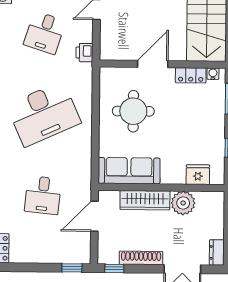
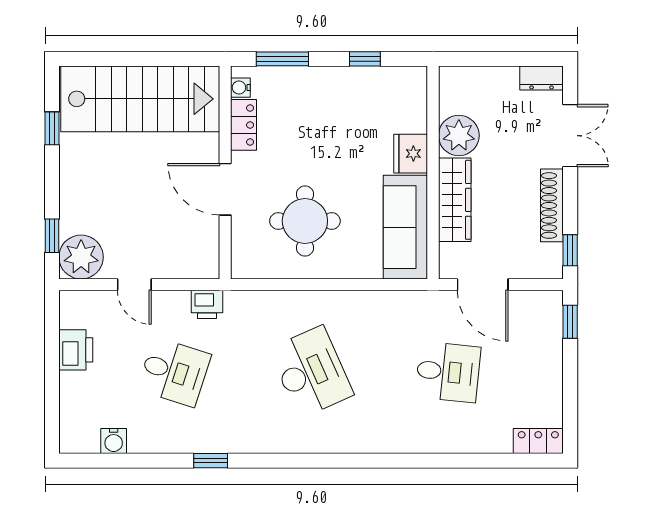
desk: (44, 114) -> (311, 372), width x0.73, depth x0.77
fridge: (198, 175) -> (411, 154), moved

